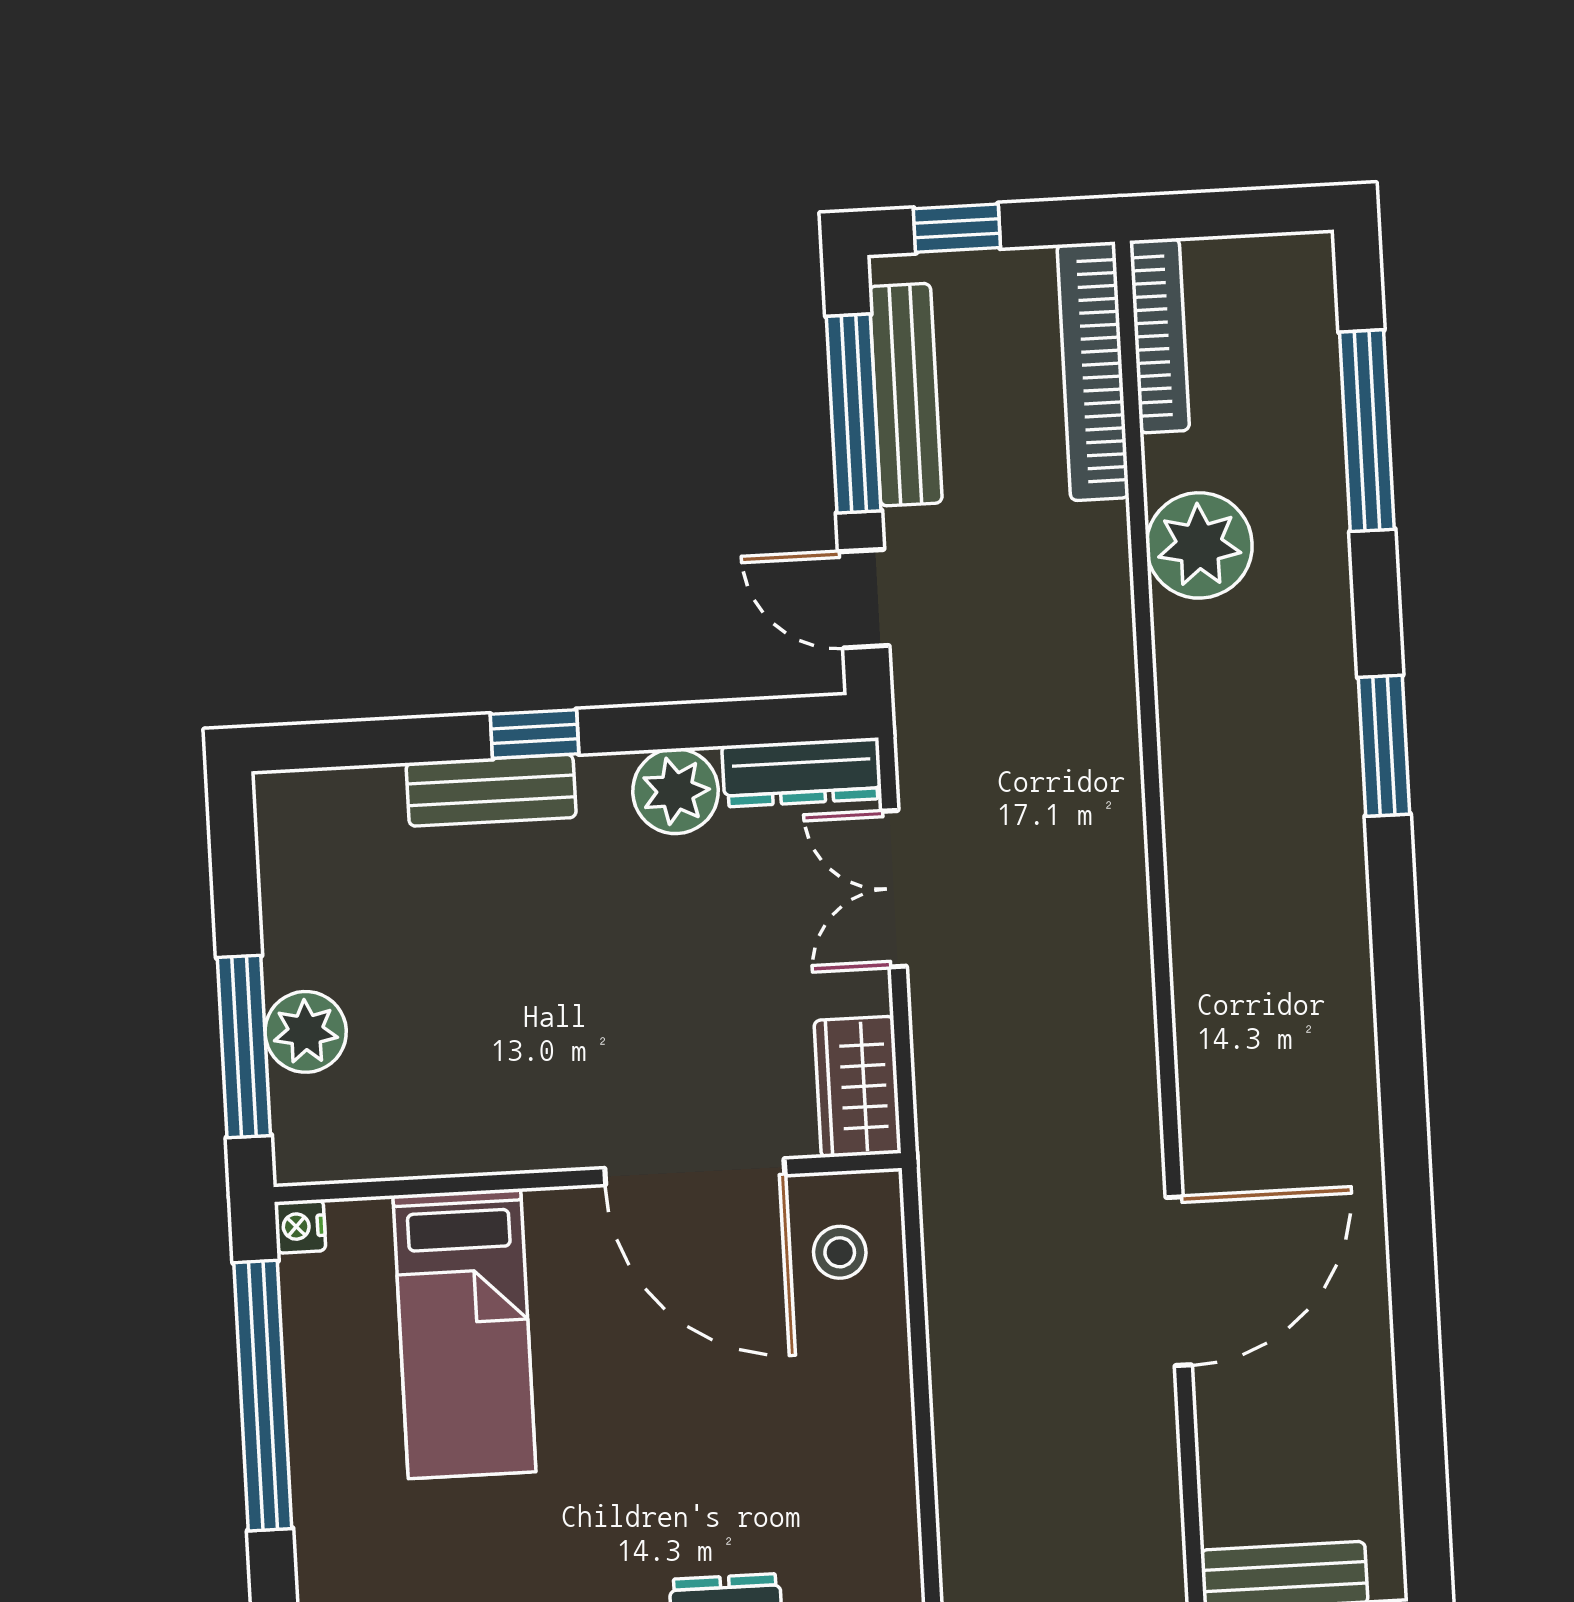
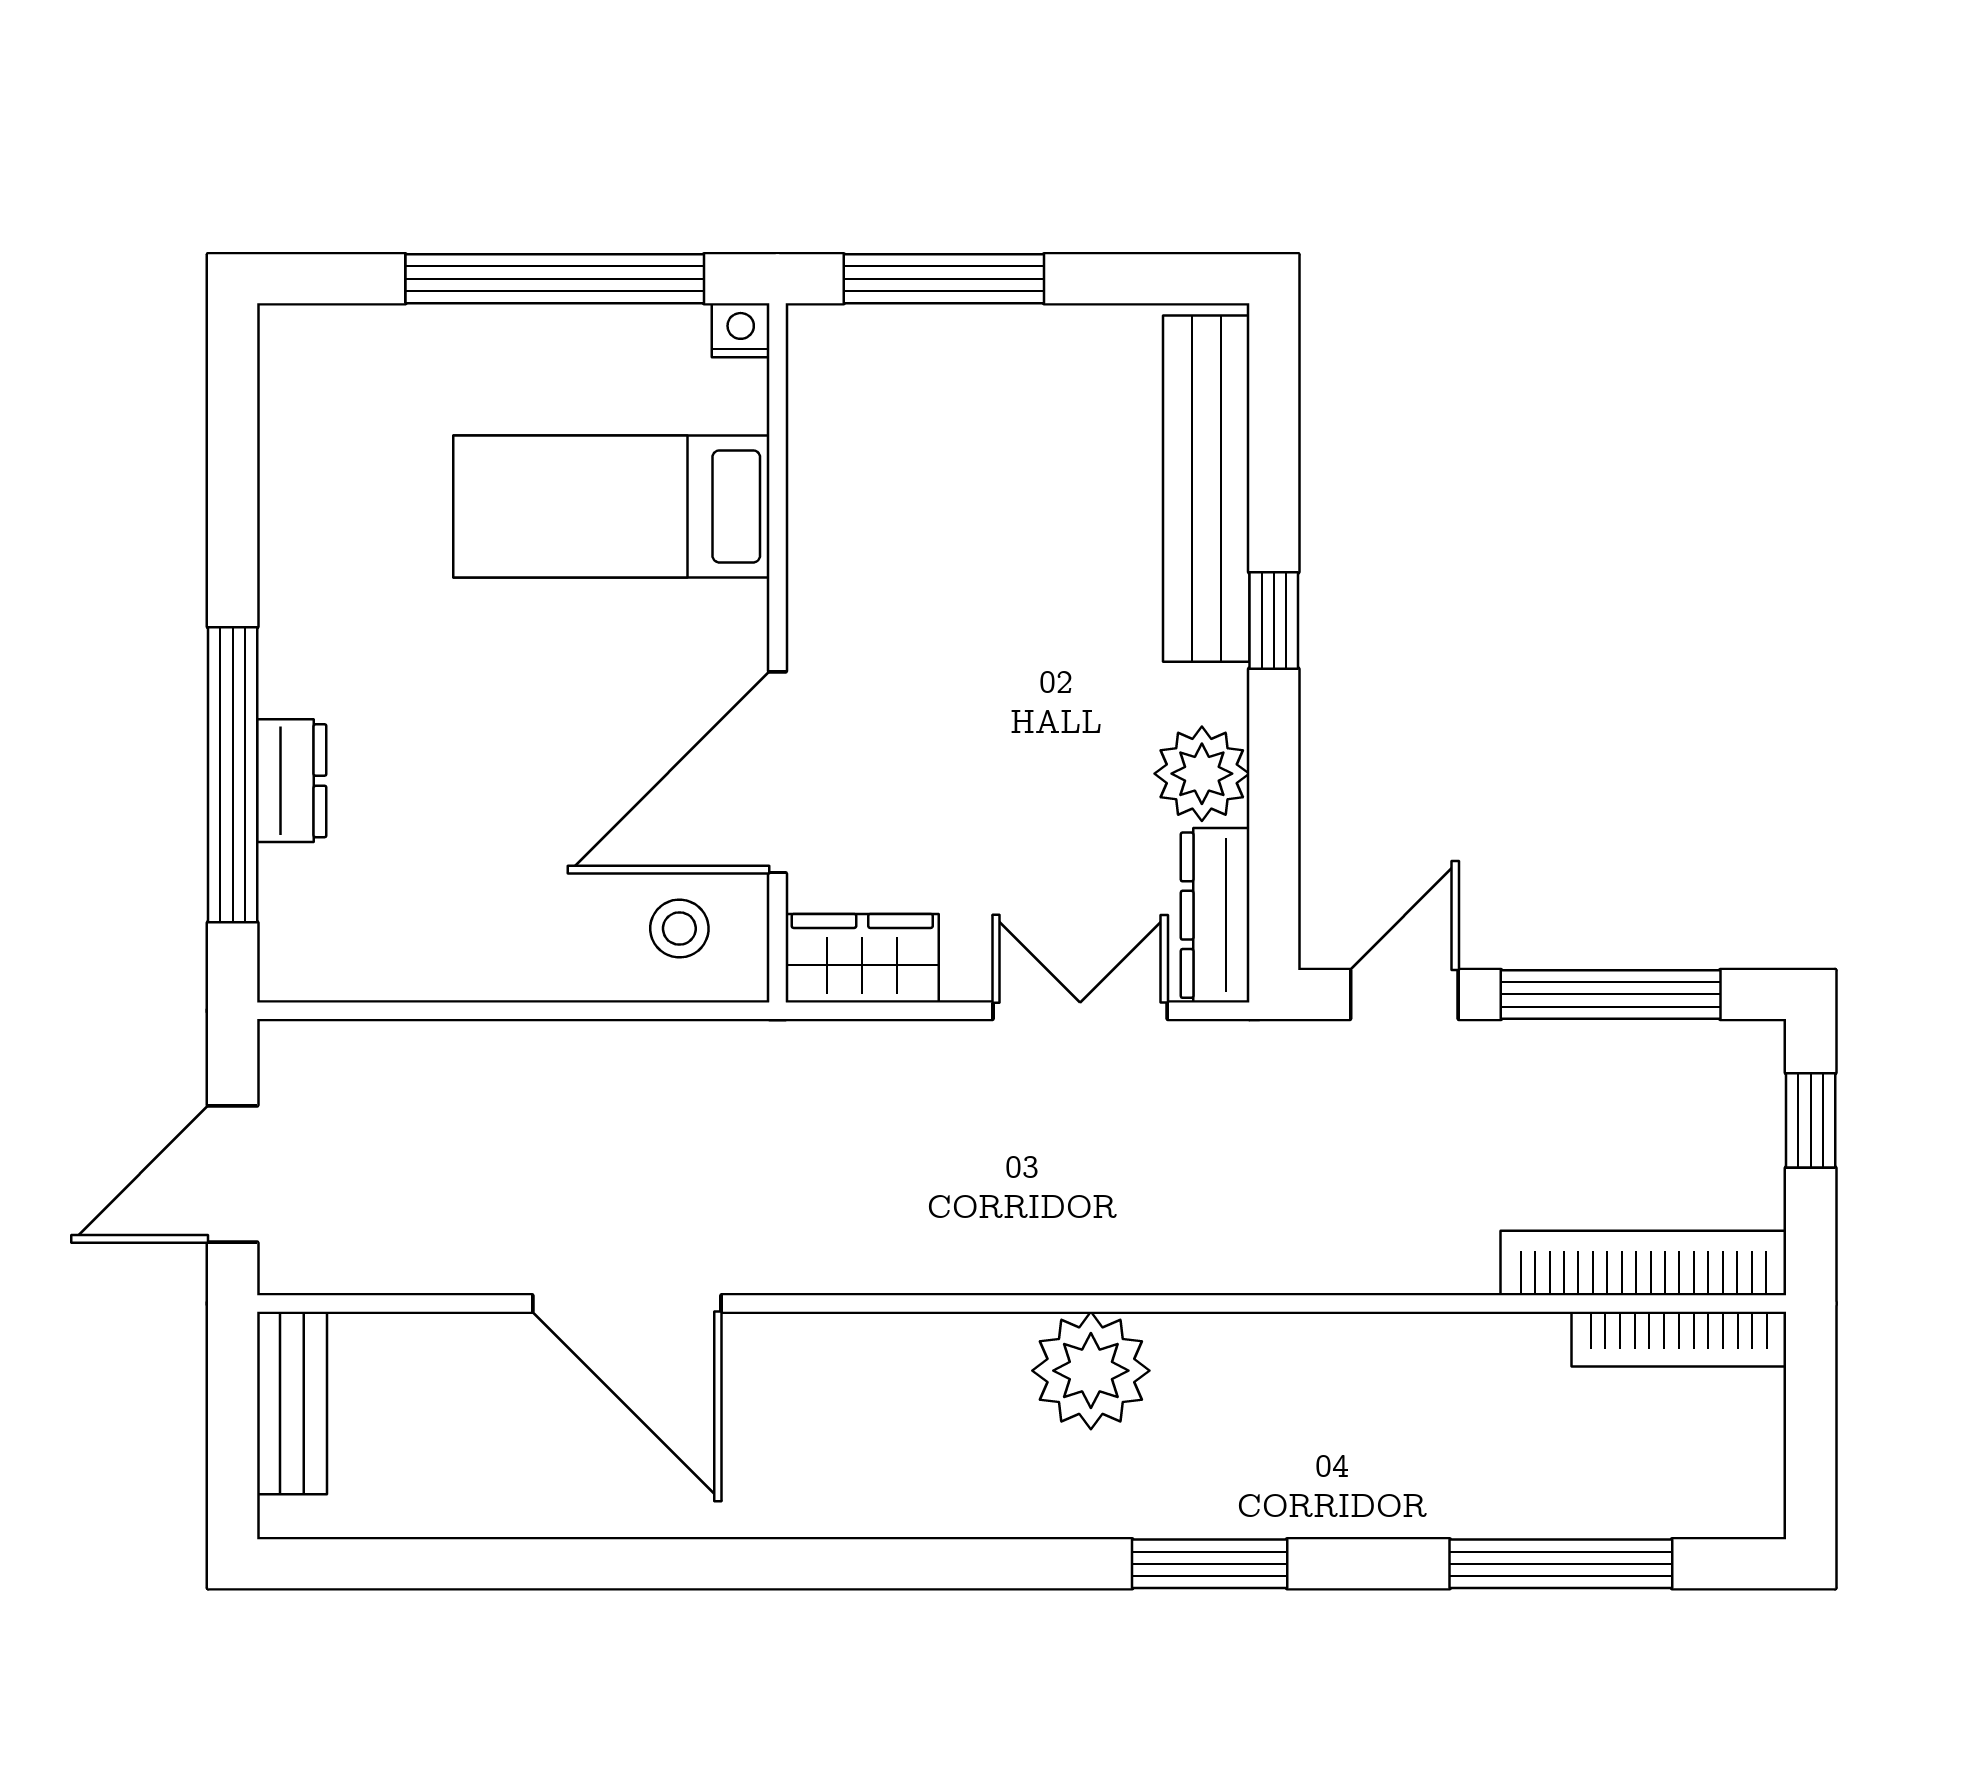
bench: (905, 395) -> (1629, 1053), removed
plant: (1199, 545) -> (1091, 1371), moved
bench: (491, 790) -> (1206, 489), width x1.86, depth x1.21
plant: (306, 1032) -> (956, 348), removed

